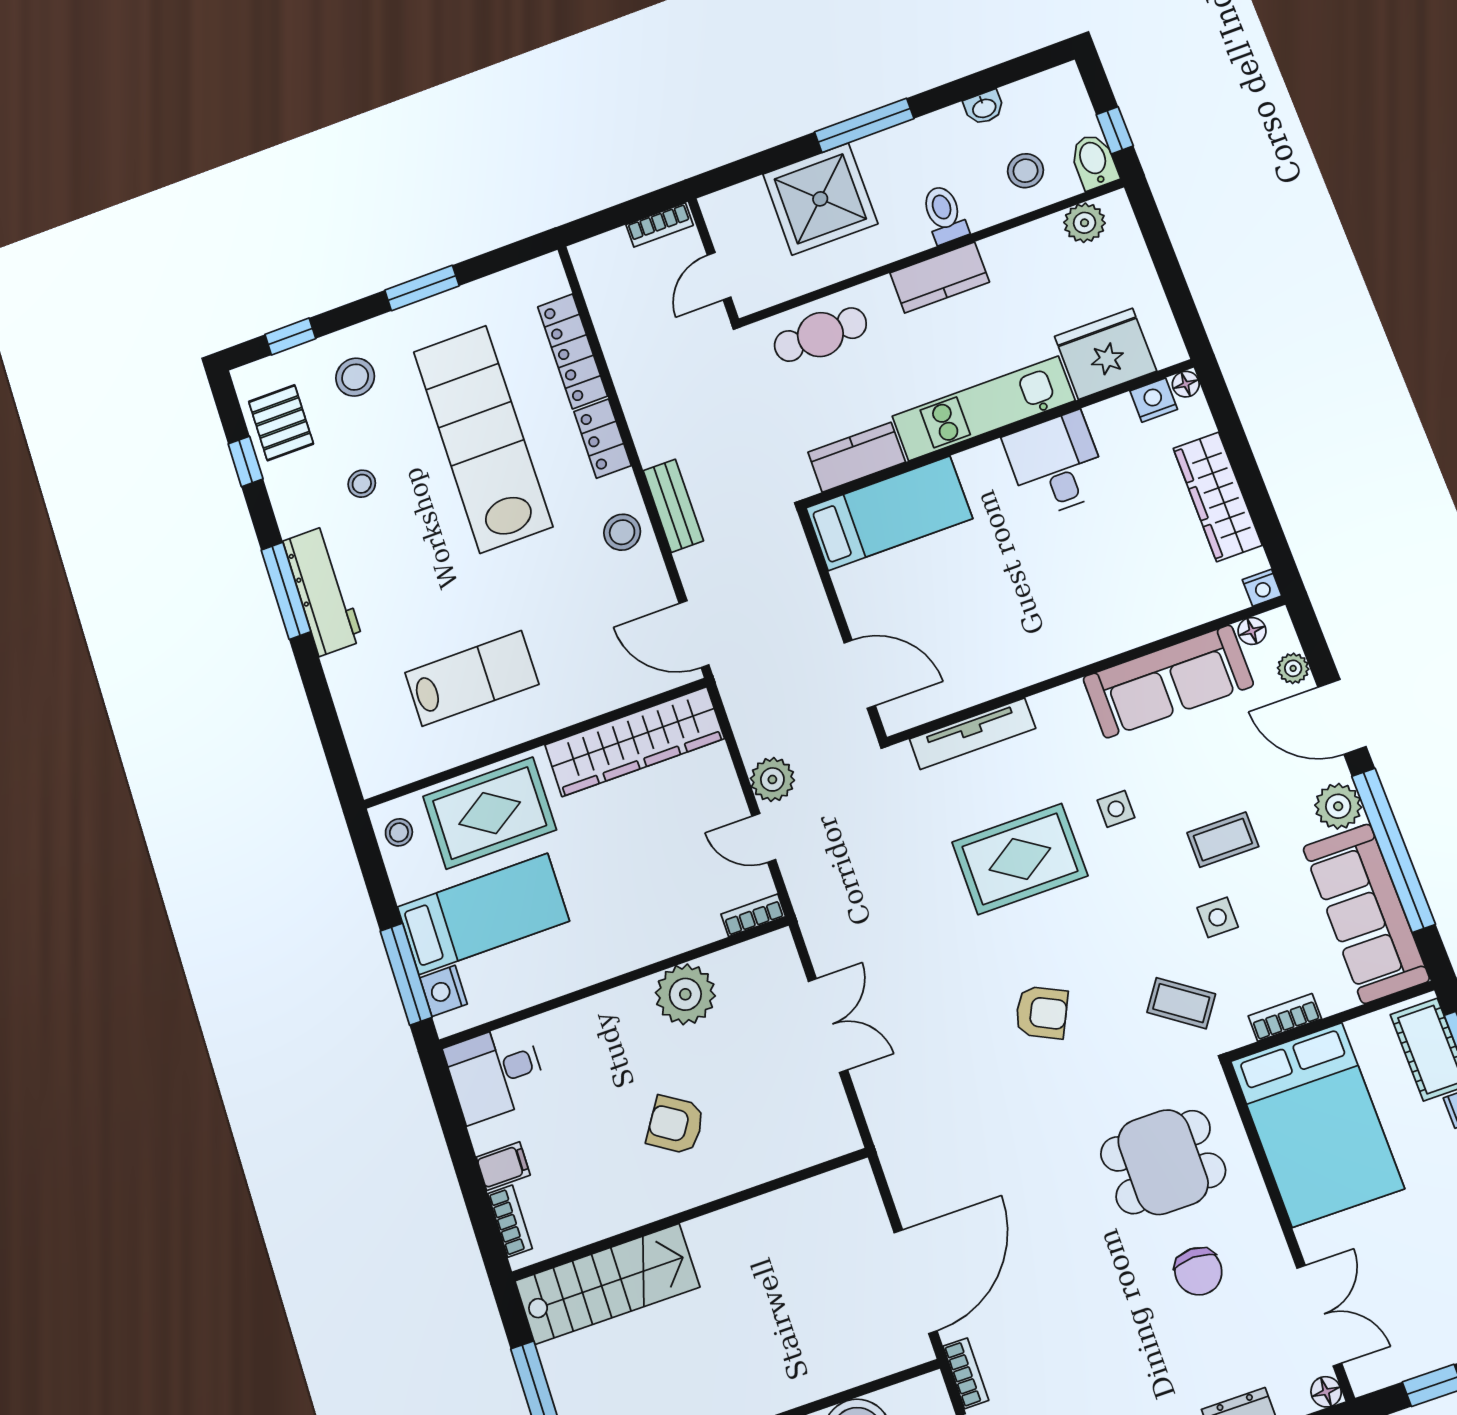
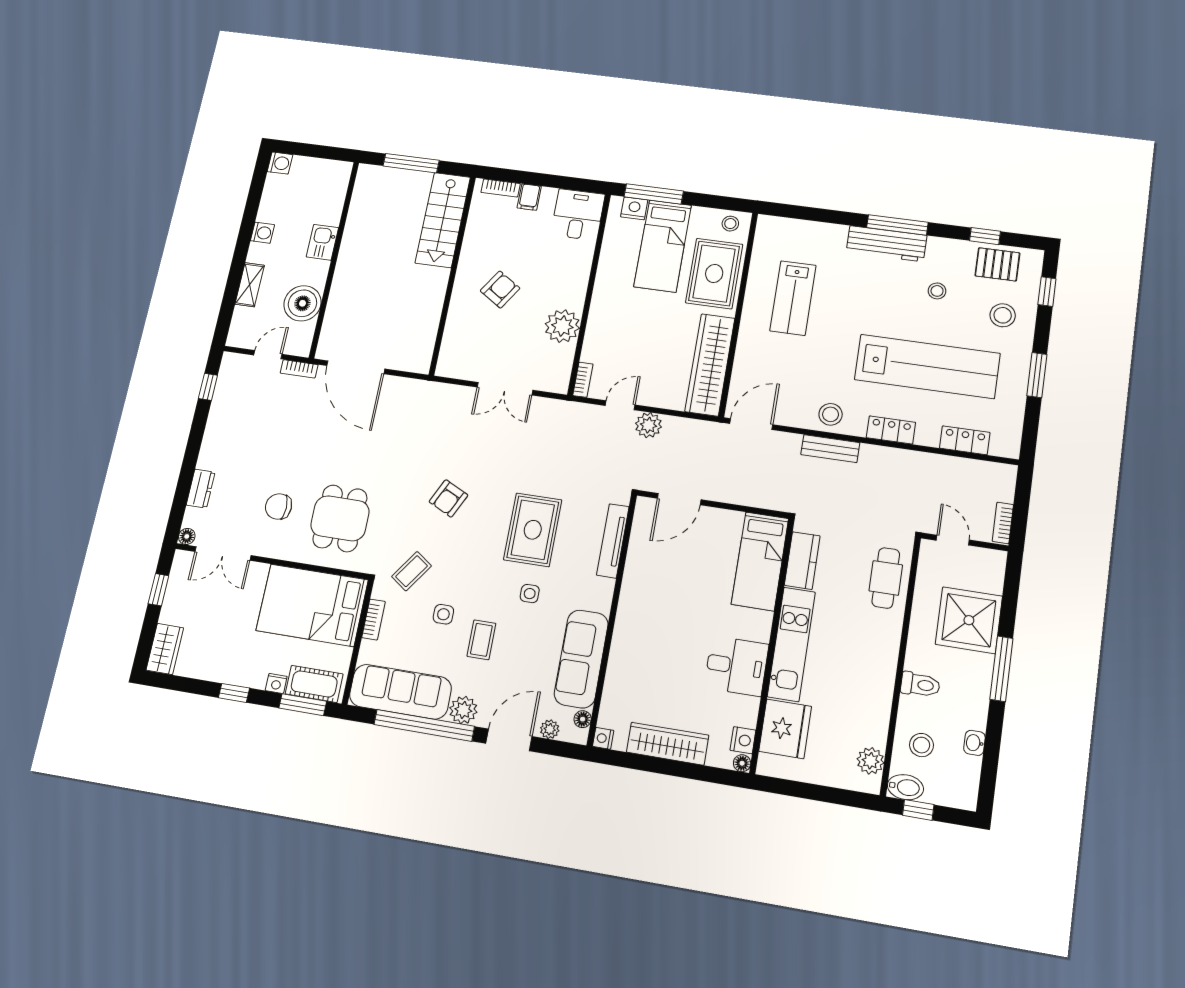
kitchen counter: (940, 278) -> (883, 662), removed
locker: (572, 351) -> (965, 440), width x0.66

